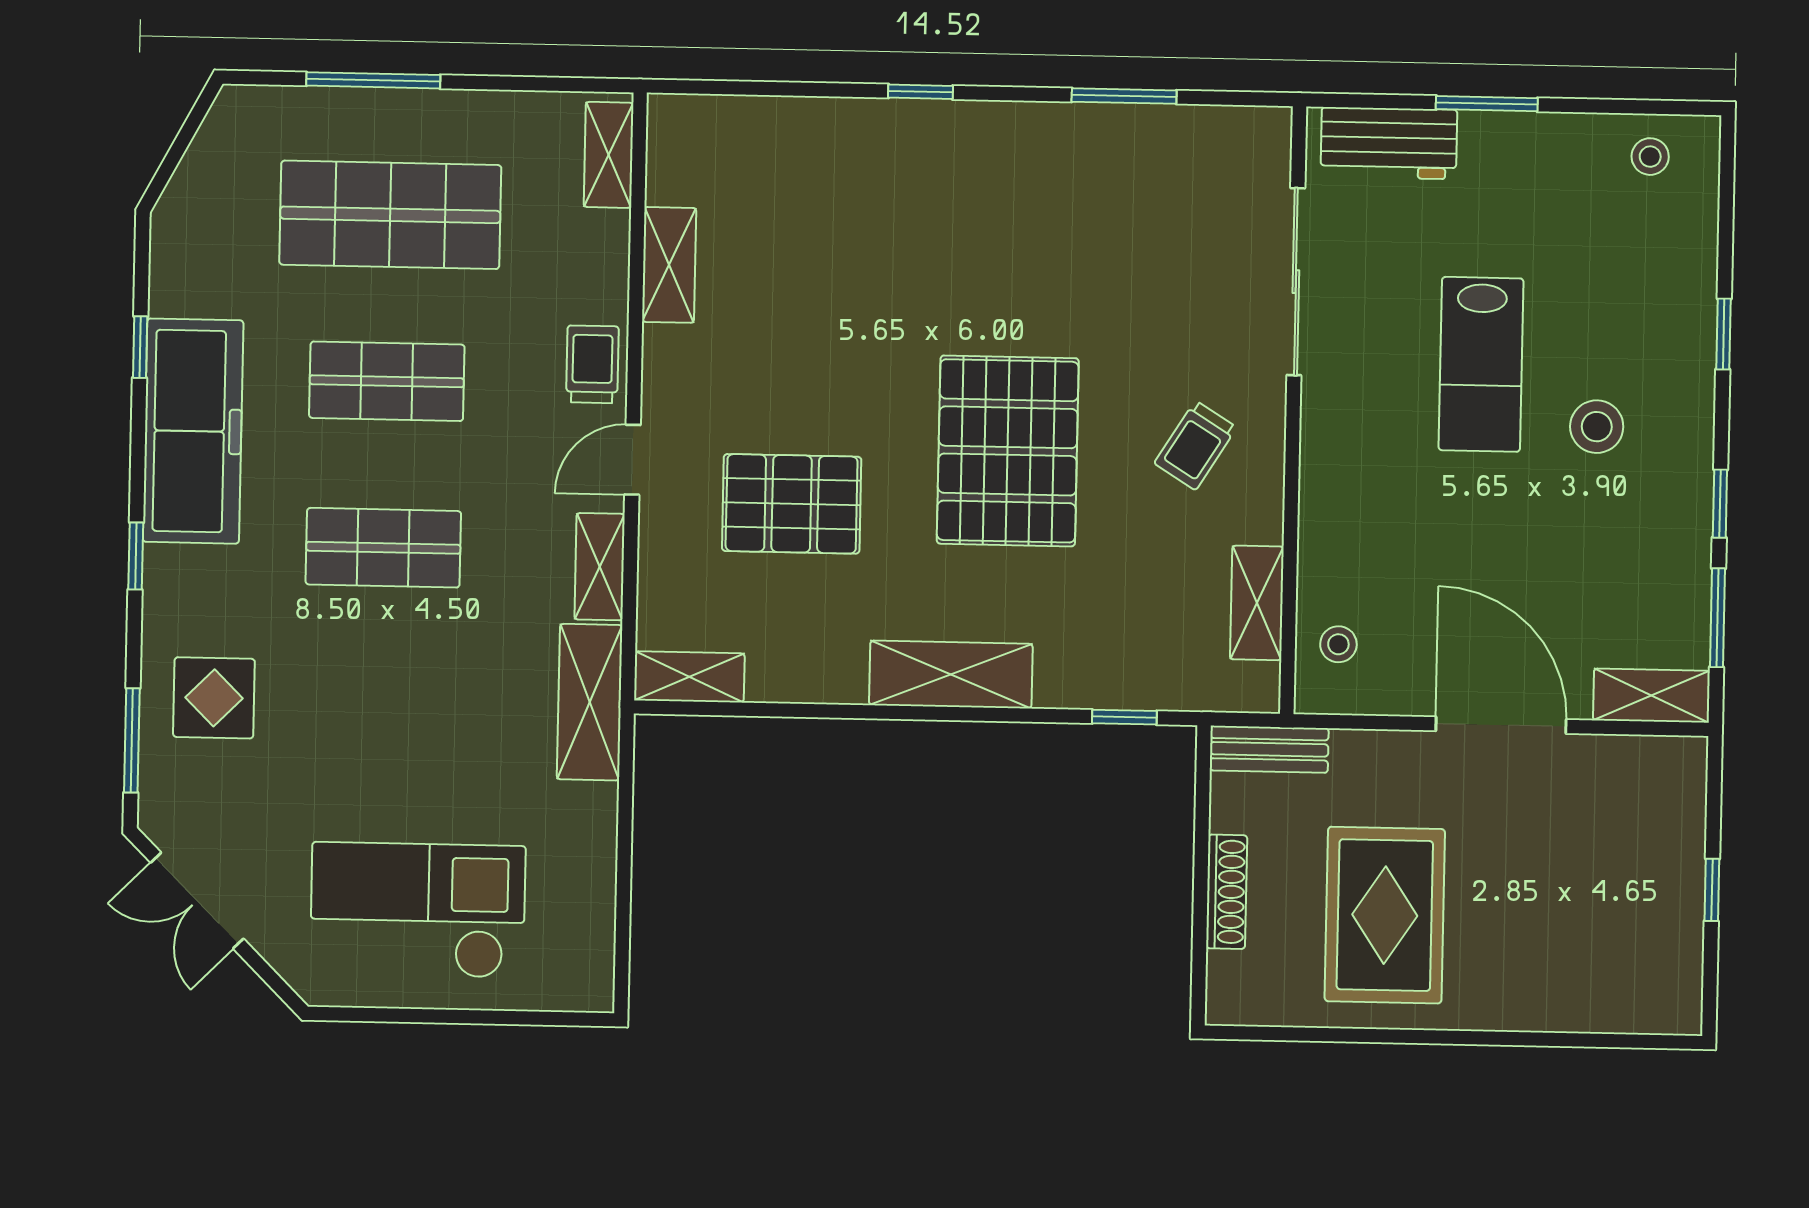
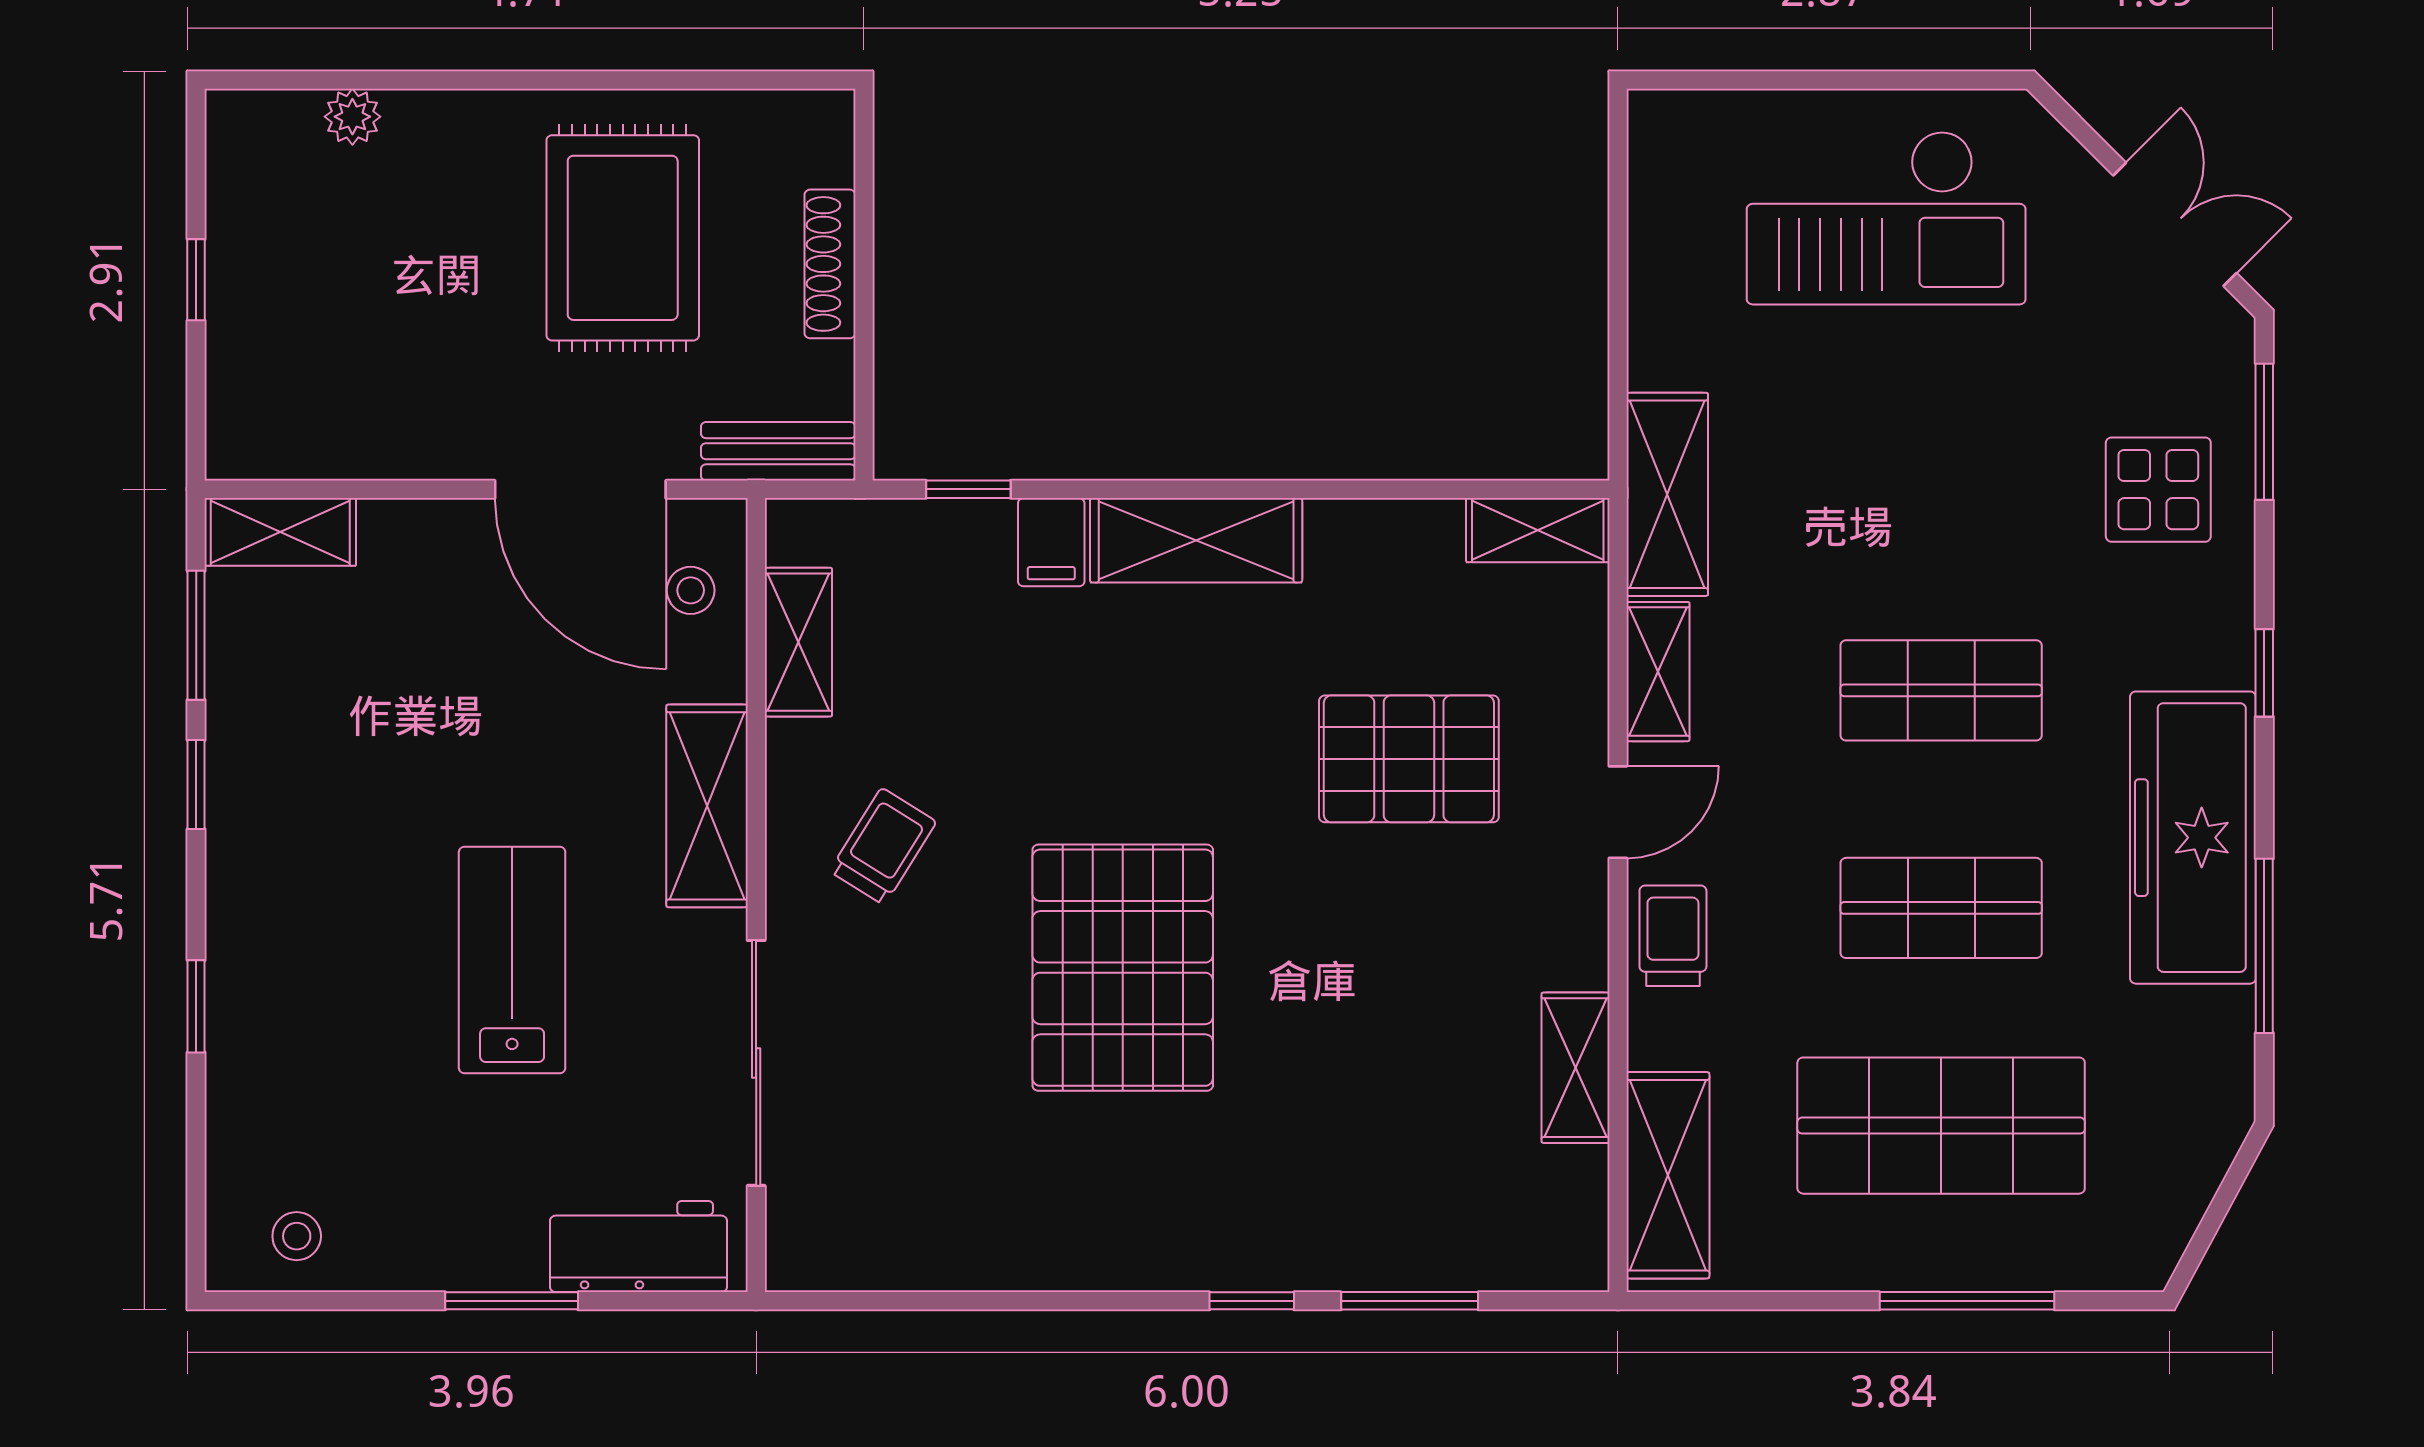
window: (1124, 96) -> (1410, 1301), moved
shelving: (609, 155) -> (1668, 1175), width x1.50, depth x1.33
window: (140, 347) -> (2264, 946), width x2.17
trolley: (592, 364) -> (1673, 936), turned 180
stool: (1597, 427) -> (359, 882), removed
pallet: (1008, 451) -> (1123, 968), moved
shelving: (1329, 479) -> (707, 806), added
filing cabinet: (1062, 675) -> (1051, 542), added
door: (1501, 725) -> (580, 489), moved
plant: (1590, 1012) -> (352, 117), added

